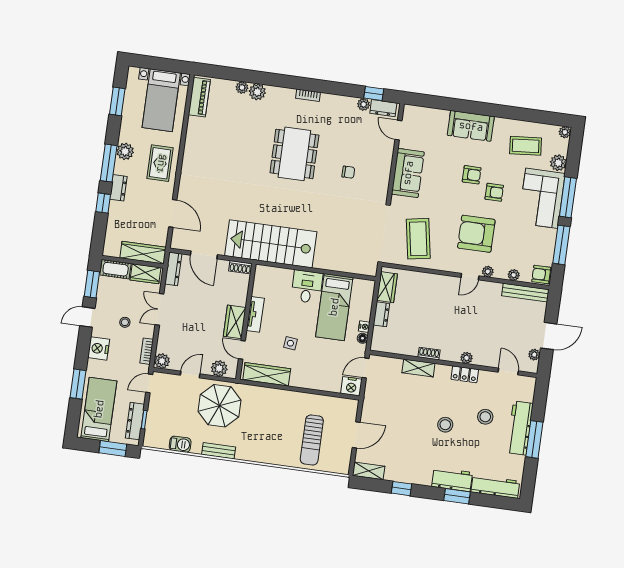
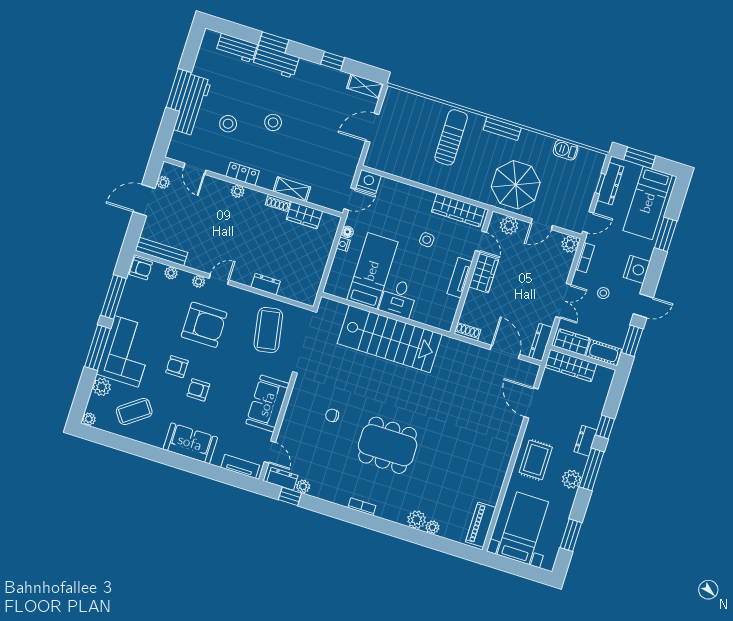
tv unit: (423, 113) -> (240, 466), added
coffee table: (526, 146) -> (134, 411), turned -31
dining table: (294, 154) -> (388, 445), turned 90
stairs: (271, 244) -> (390, 339), moved
wardrobe: (387, 287) -> (304, 215), moved, turned -90
dresser: (381, 314) -> (266, 284), moved, turned 90
sun lounger: (312, 440) -> (451, 137), moved
bench: (219, 451) -> (502, 129), moved
workbench: (495, 487) -> (237, 48), width x0.73

